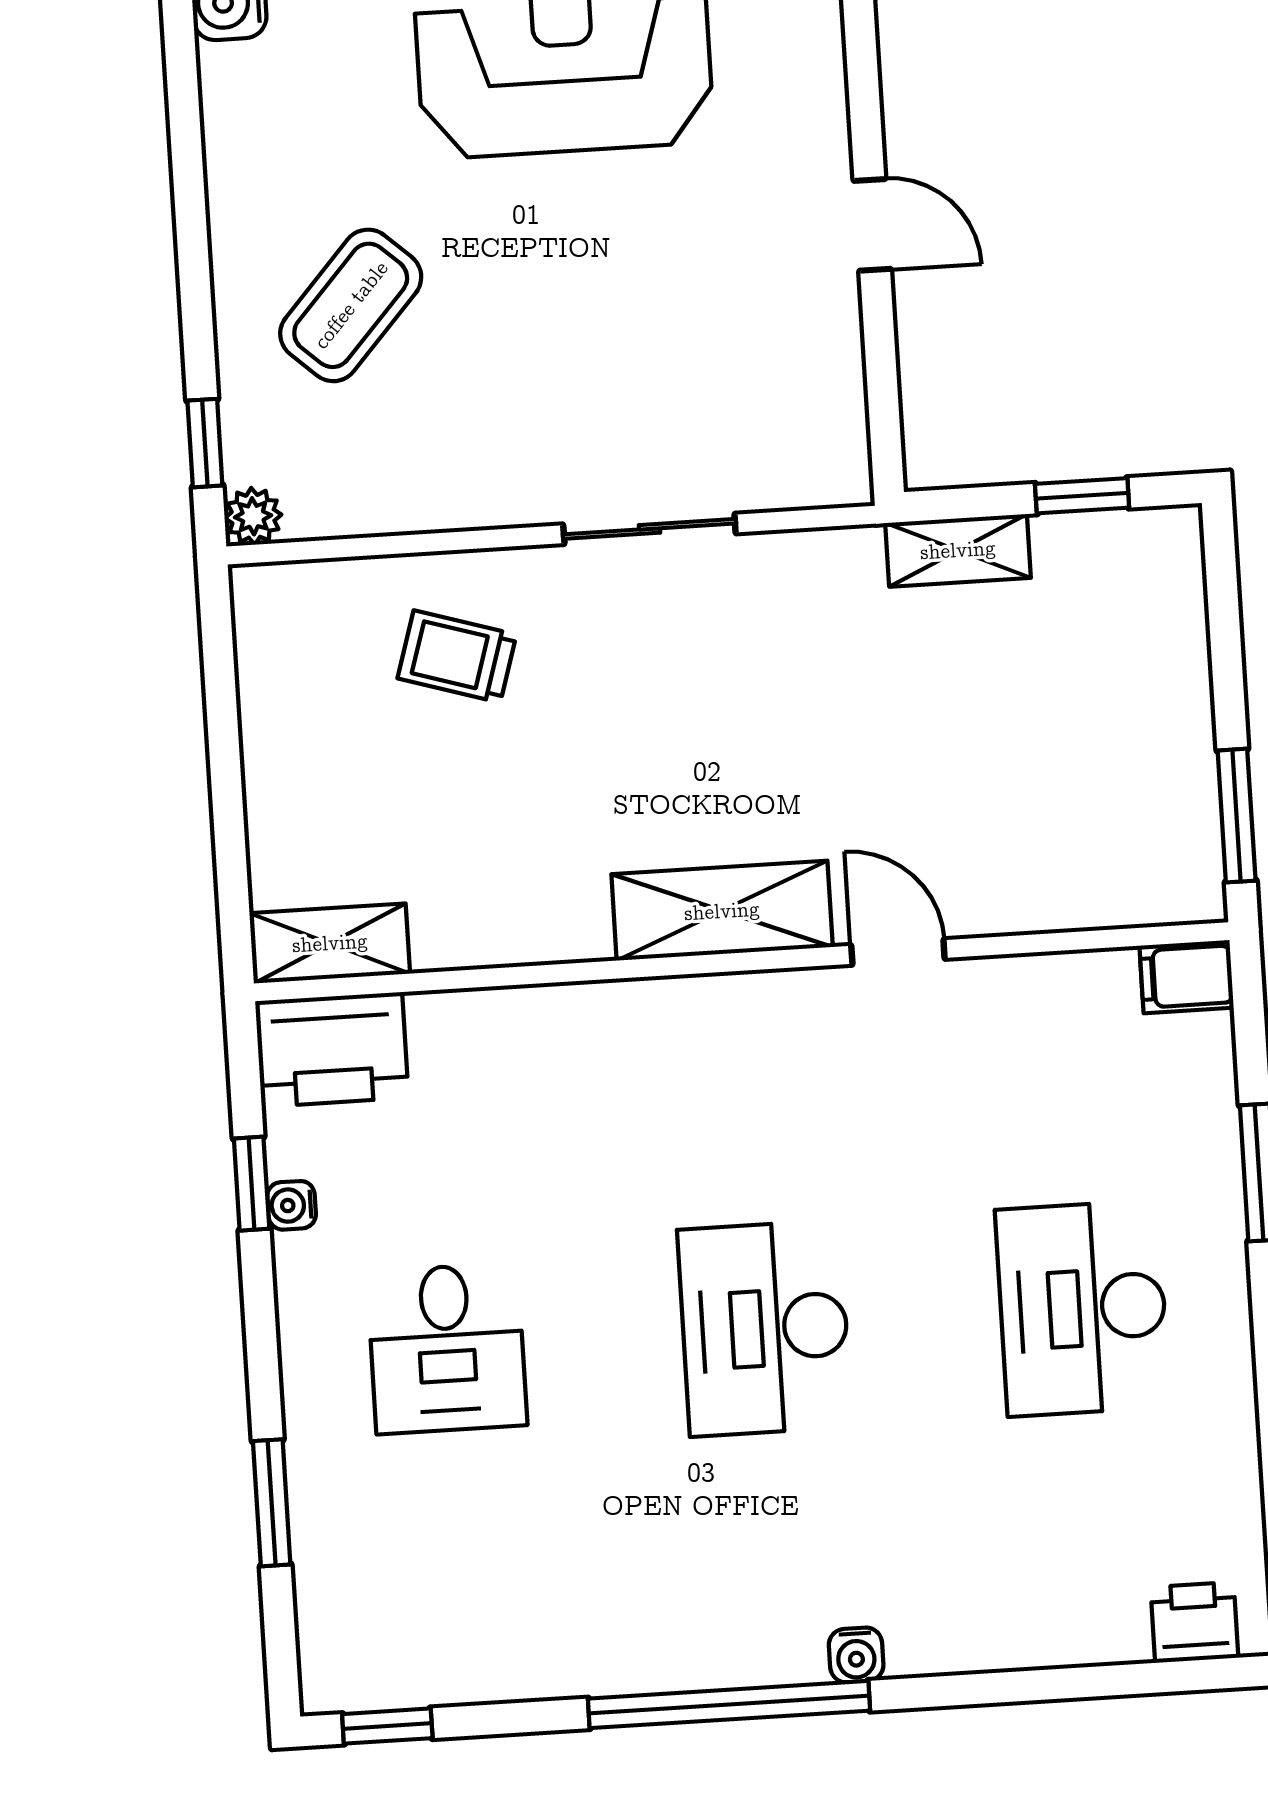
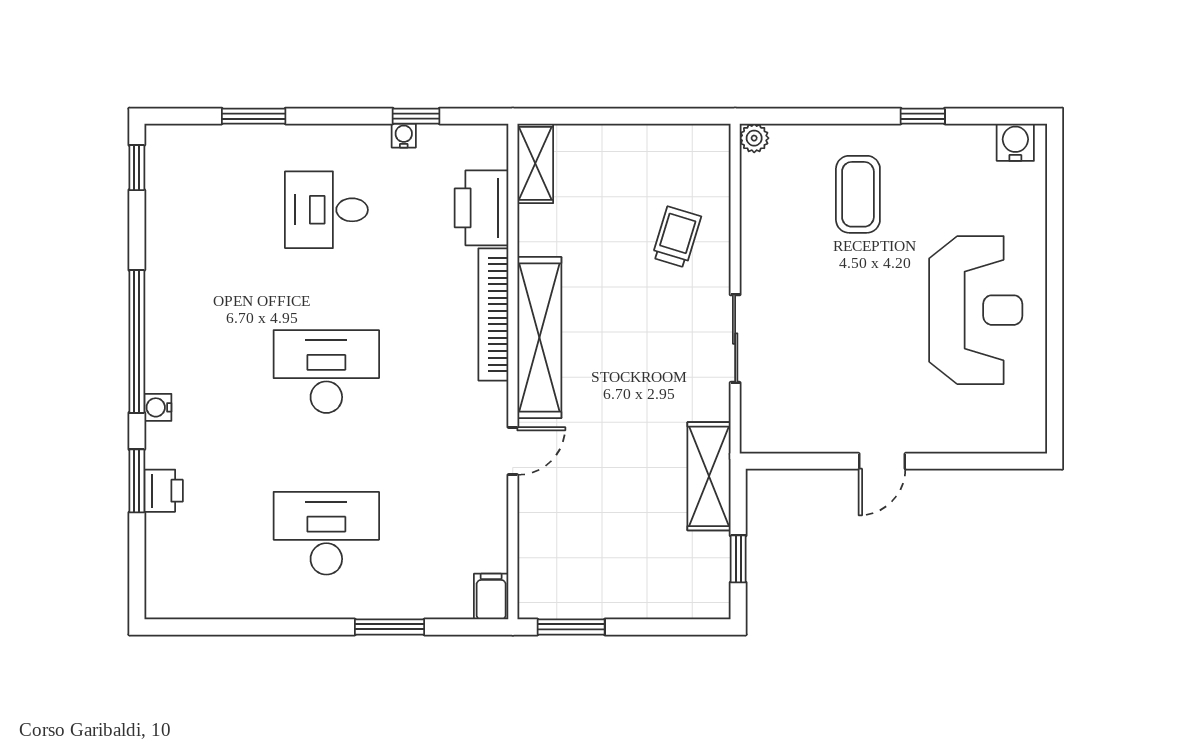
coffee table: (351, 305) -> (858, 194), turned 48
window: (205, 443) -> (923, 116), moved
shelving: (958, 550) -> (709, 476), width x1.50, depth x1.33
shelving: (722, 911) -> (539, 338), width x1.47
bookcase: (632, 1007) -> (493, 314), added
printer: (332, 1050) -> (481, 208), moved
printer: (1194, 1622) -> (164, 491), moved
window: (1003, 1687) -> (137, 481), added

